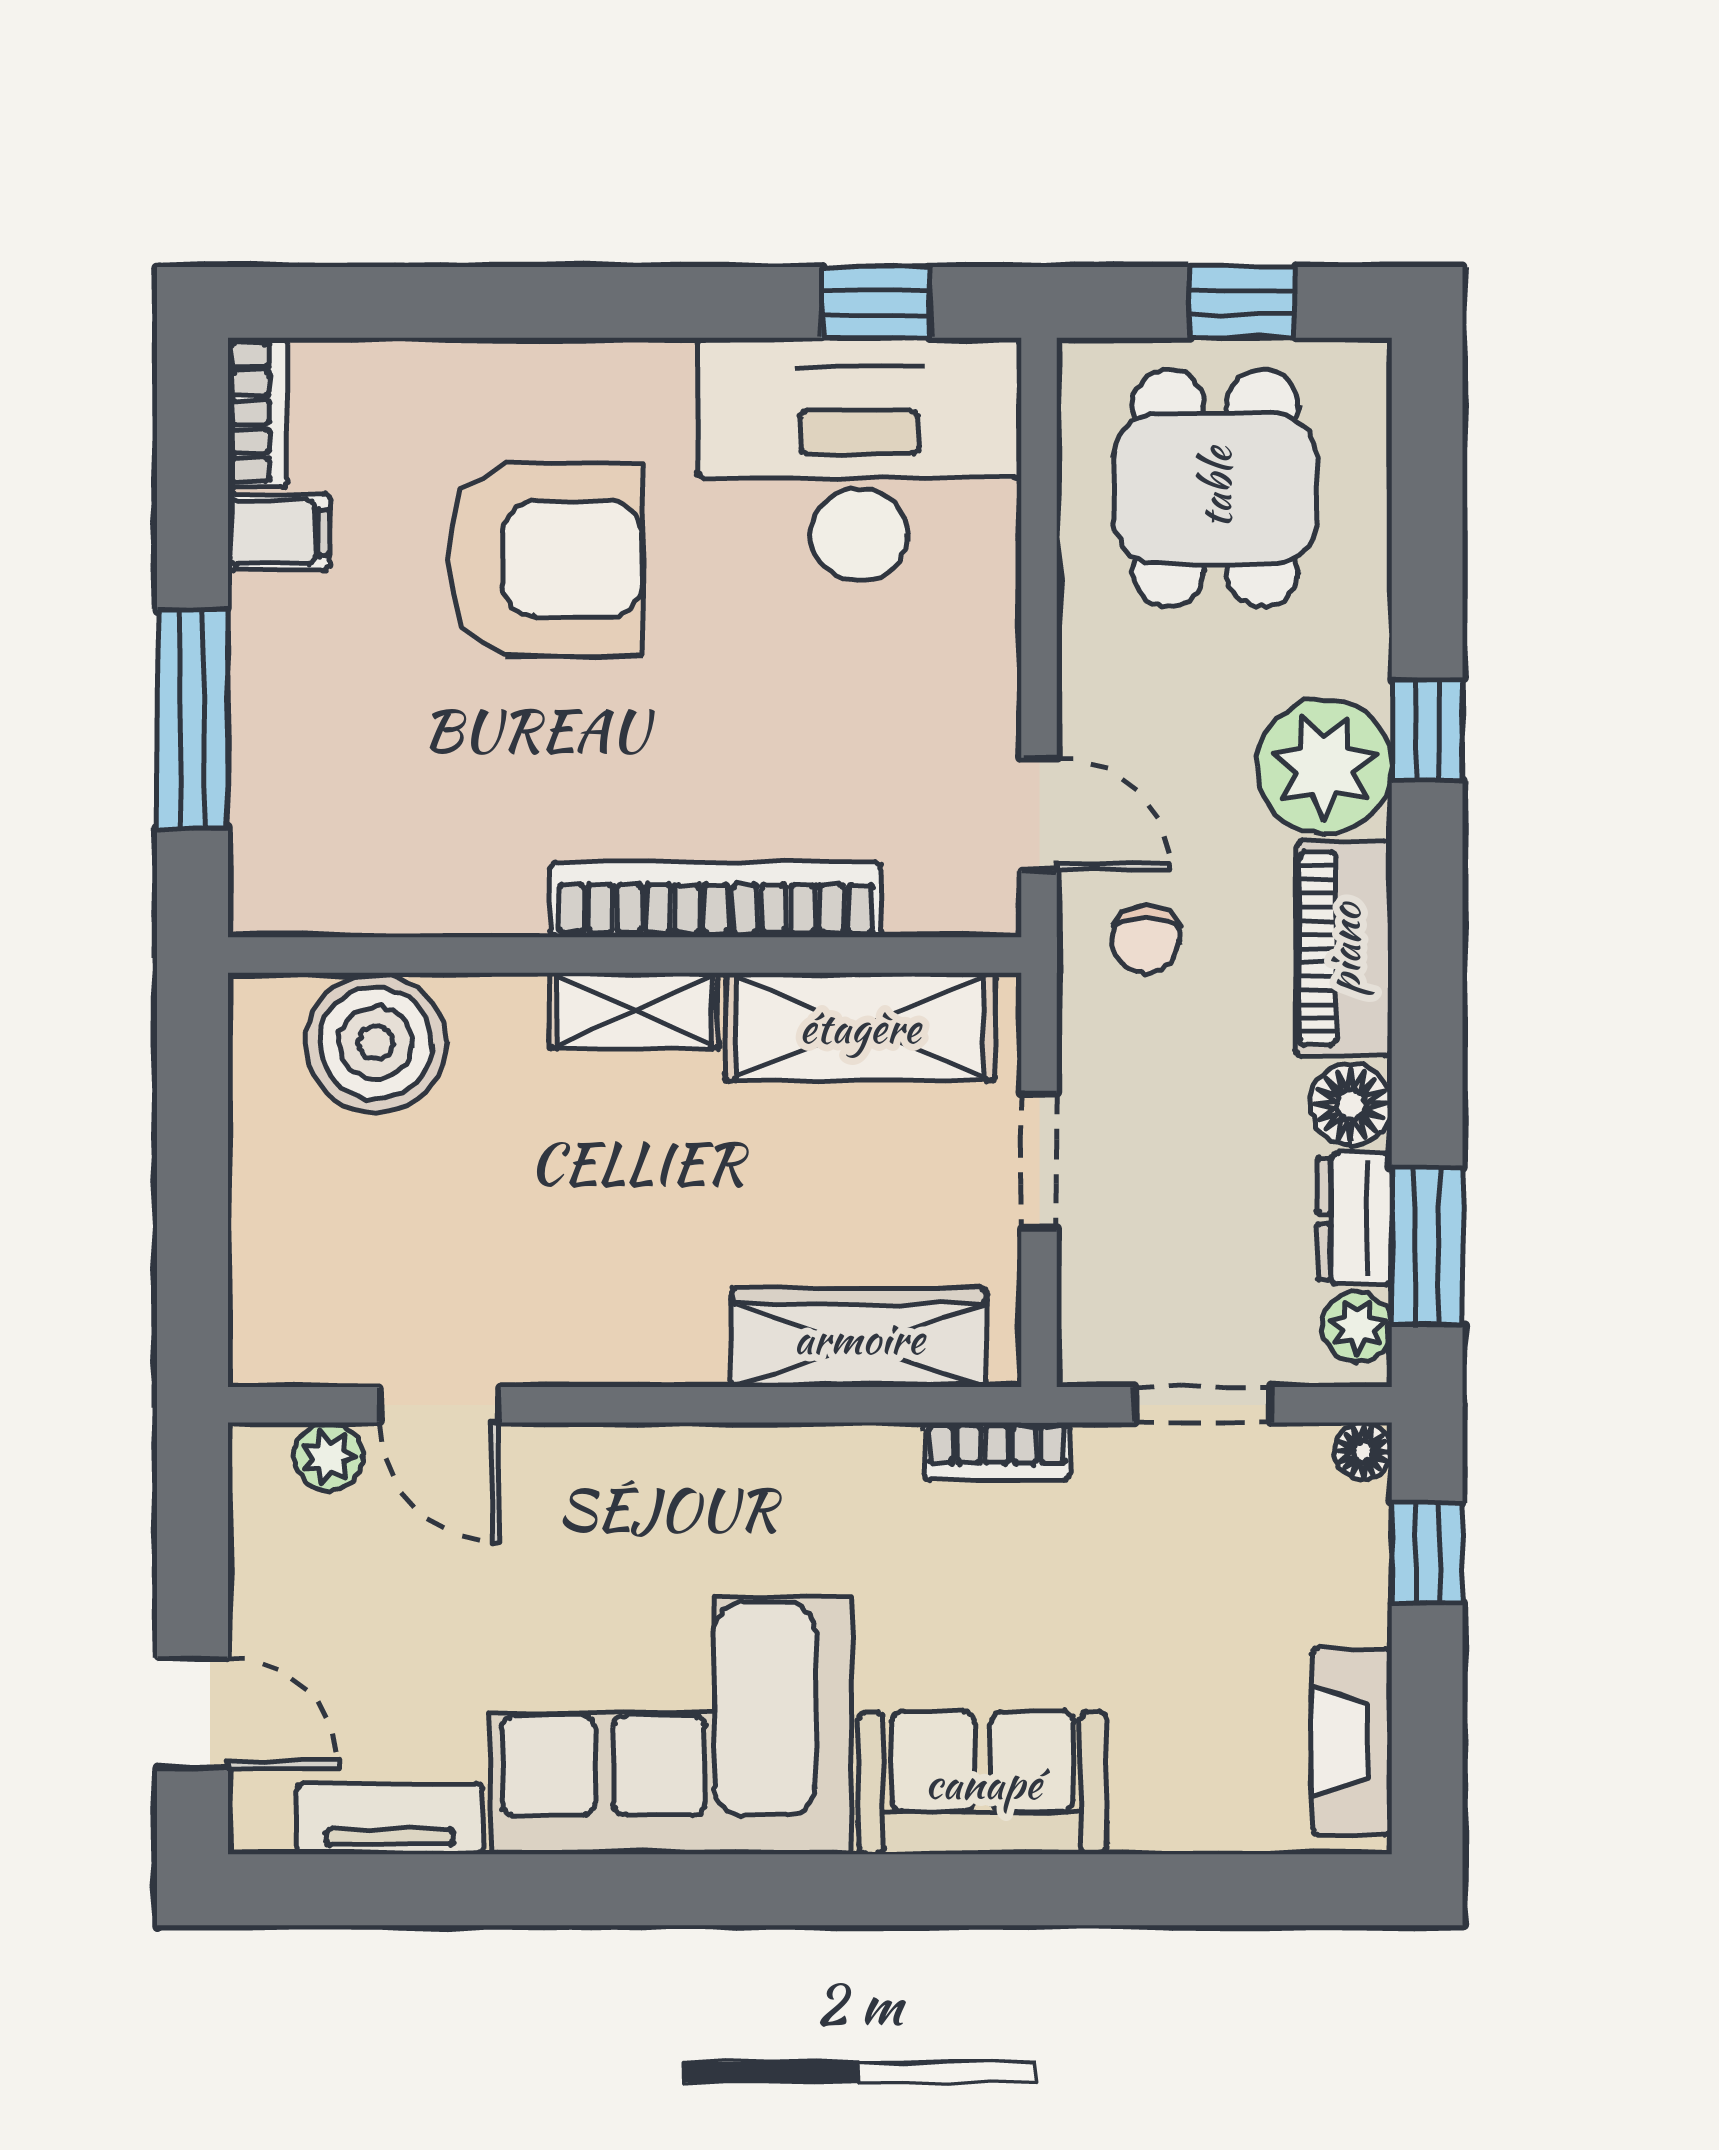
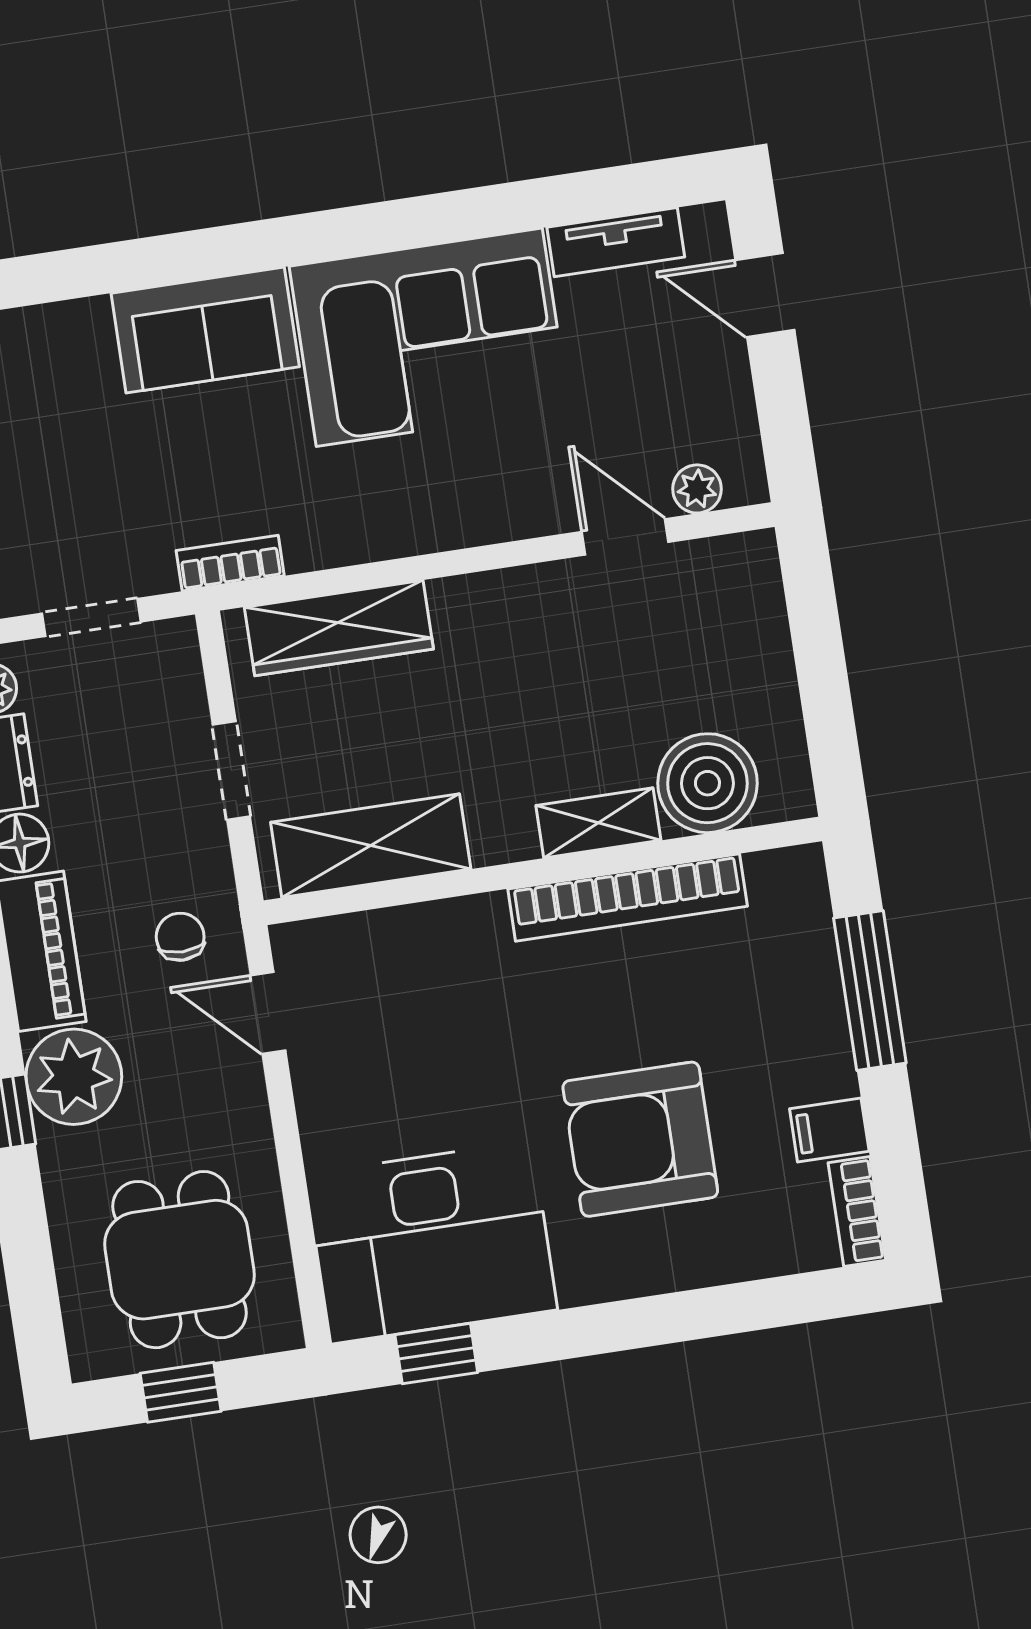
bookcase: (716, 900) -> (628, 898), moved
shelving: (634, 1010) -> (598, 823), moved

